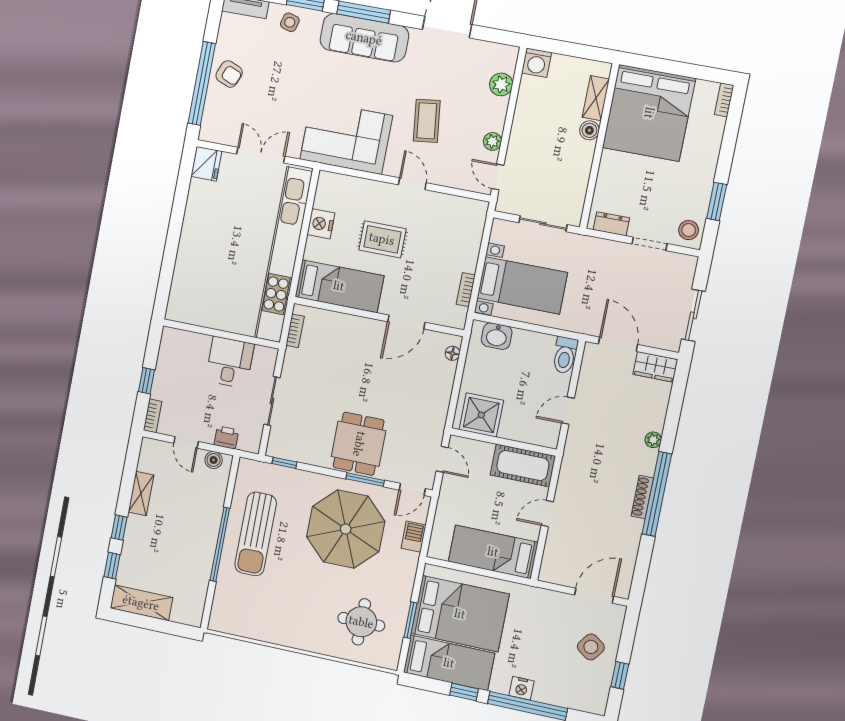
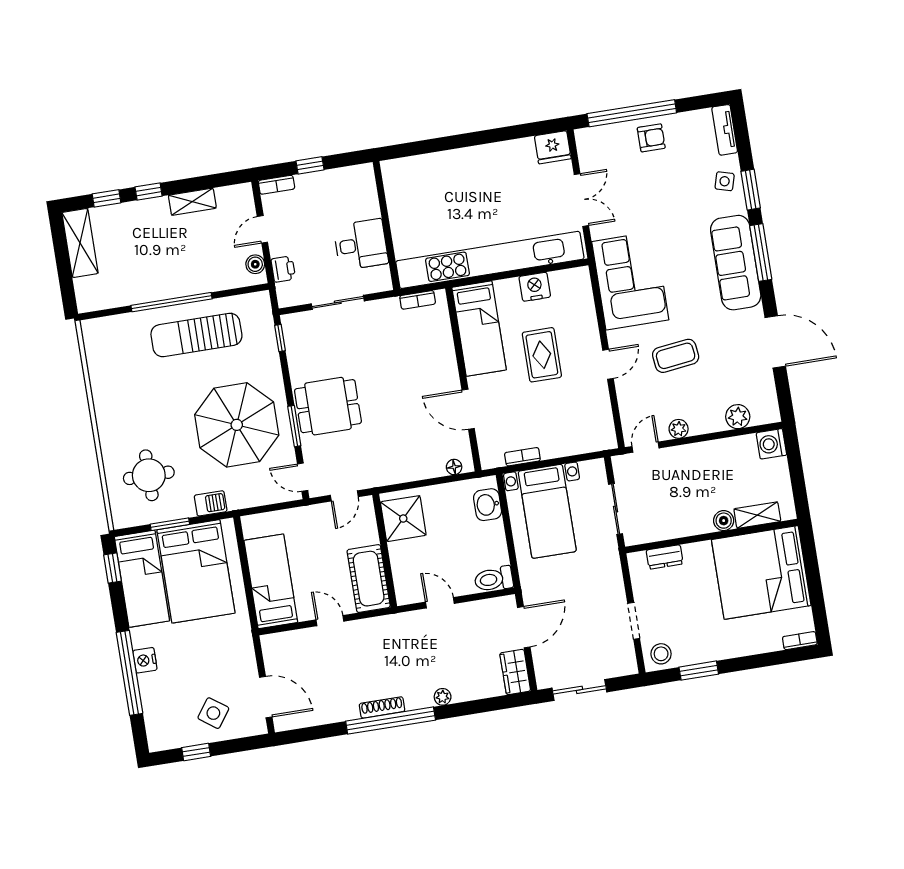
armchair: (229, 74) -> (651, 138), turned -112
dresser: (611, 224) -> (665, 557), moved, turned 90
barbecue: (414, 537) -> (211, 503), moved
window: (464, 692) -> (112, 568), moved

